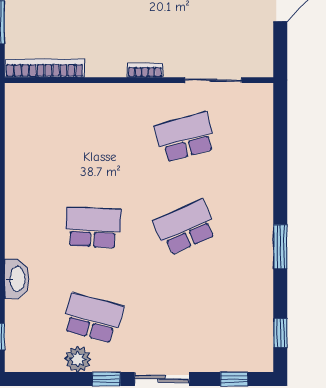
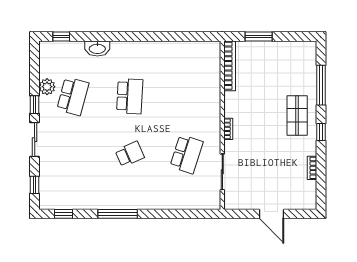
school desk: (185, 137) -> (187, 154), turned 33
school desk: (185, 228) -> (130, 154), width x0.54
window: (280, 247) -> (118, 214), width x1.44

